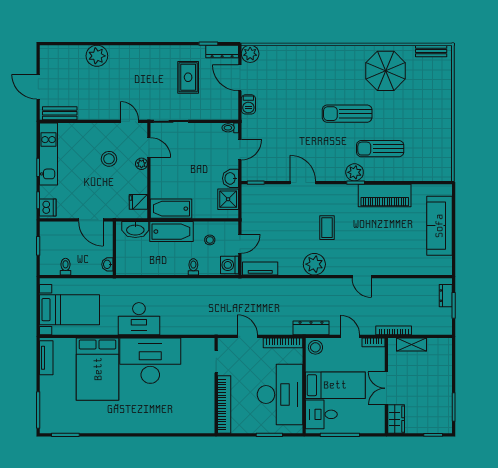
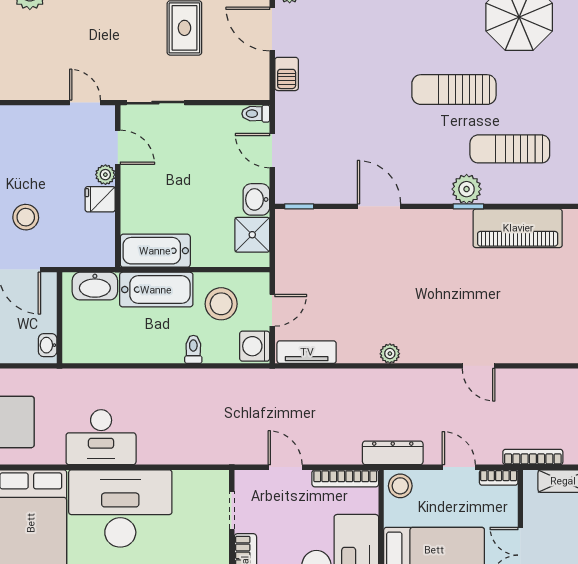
door: (240, 150) -> (272, 151), swing flipped
stool: (109, 159) -> (26, 217), moved
fridge: (138, 202) -> (100, 199), moved
coffee table: (327, 228) -> (420, 283), removed
stool: (210, 240) -> (221, 304), width x1.89, depth x1.89
plant: (314, 264) -> (390, 354), width x0.53, depth x0.53

